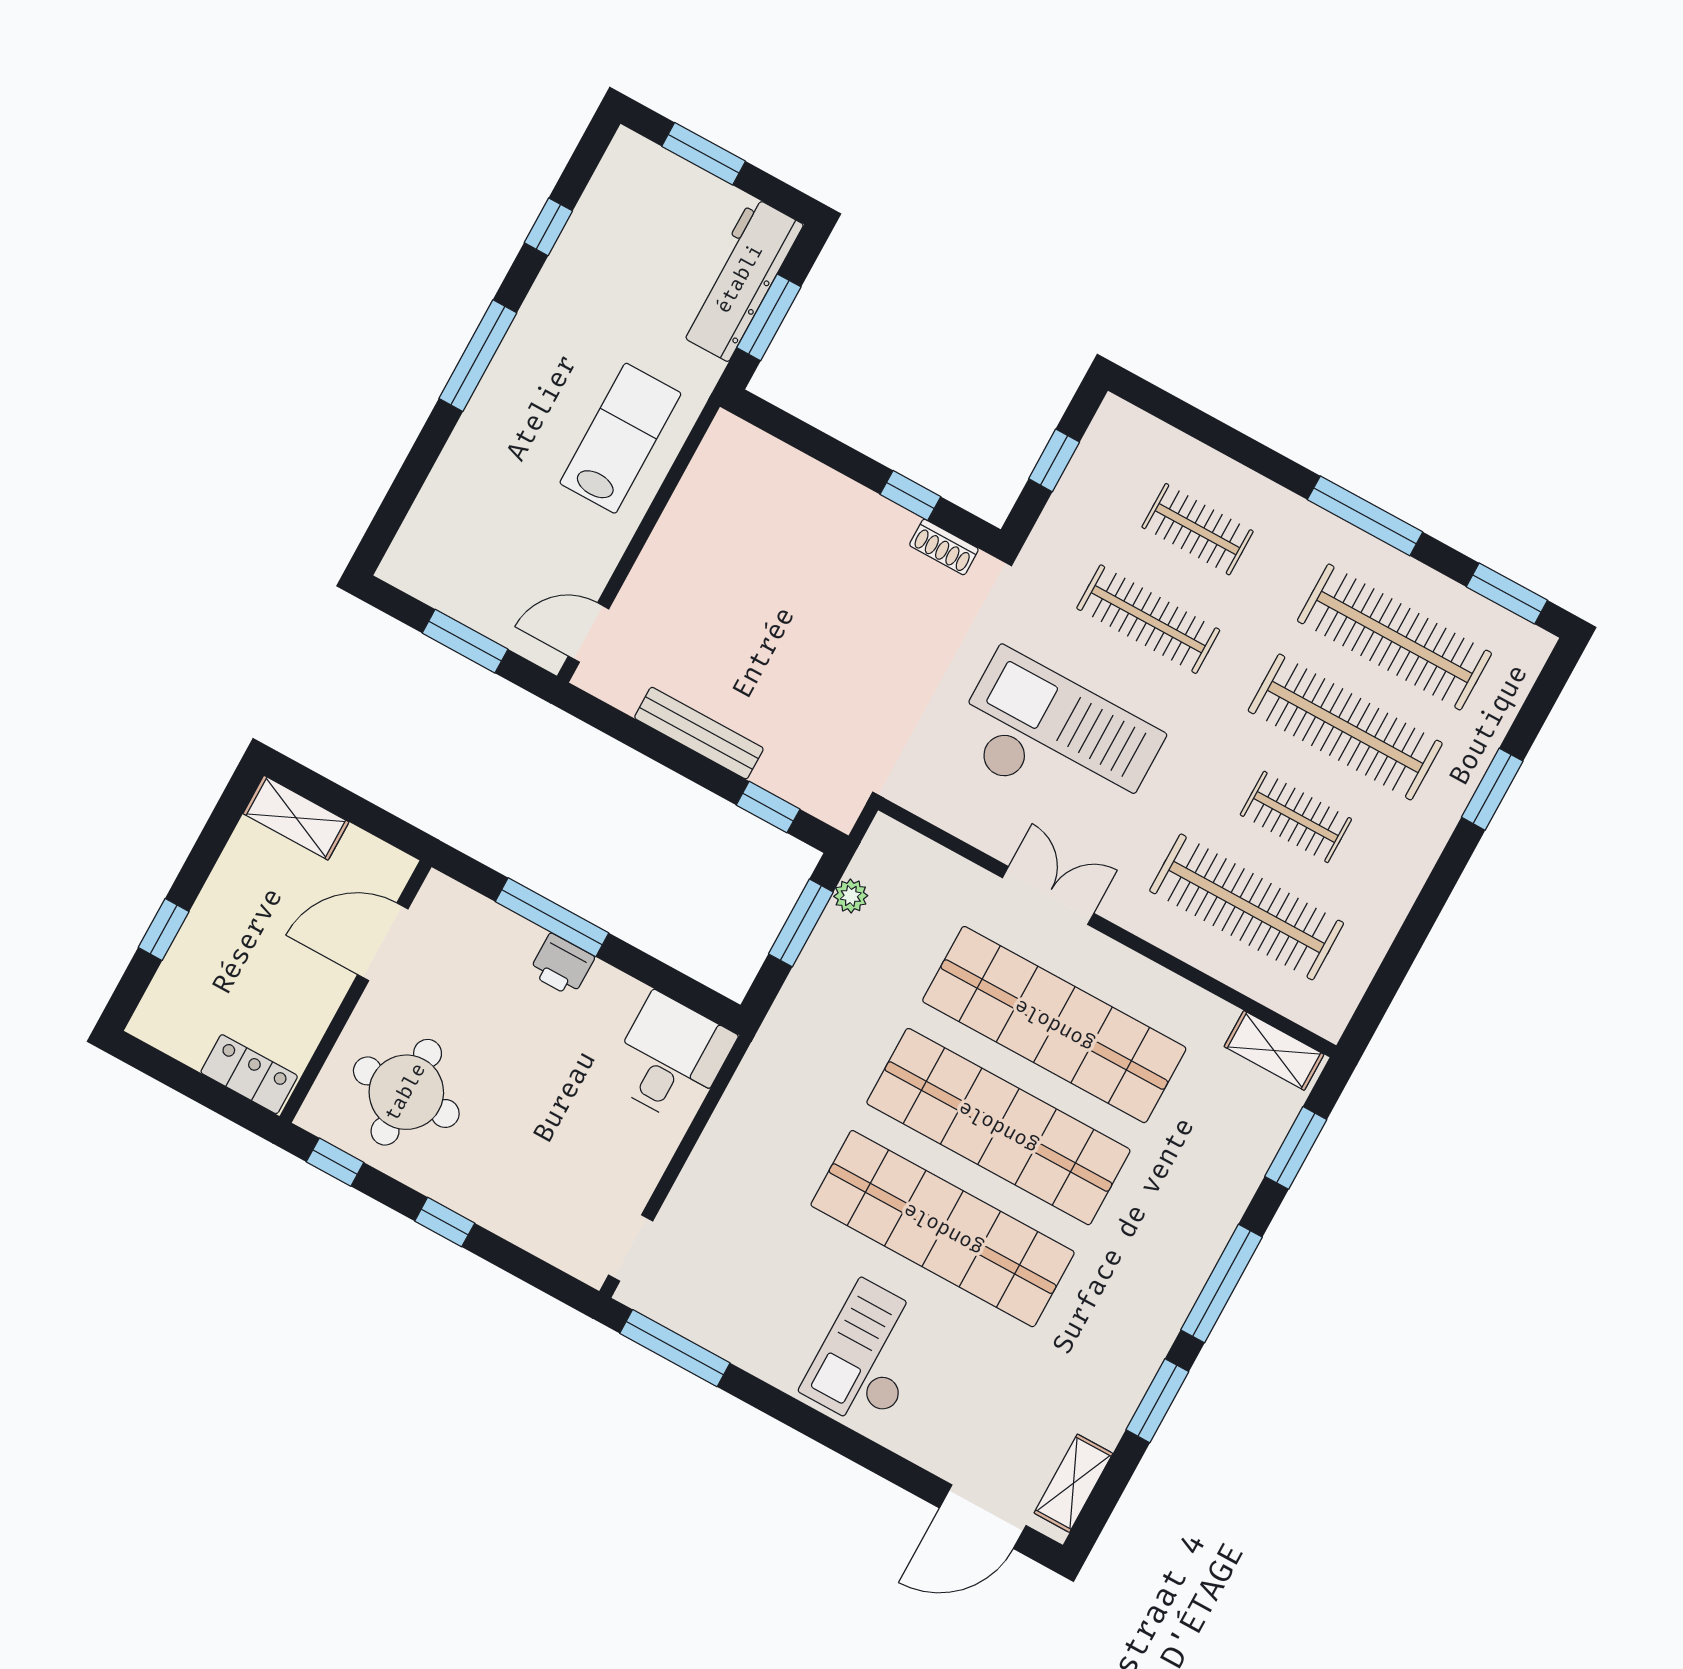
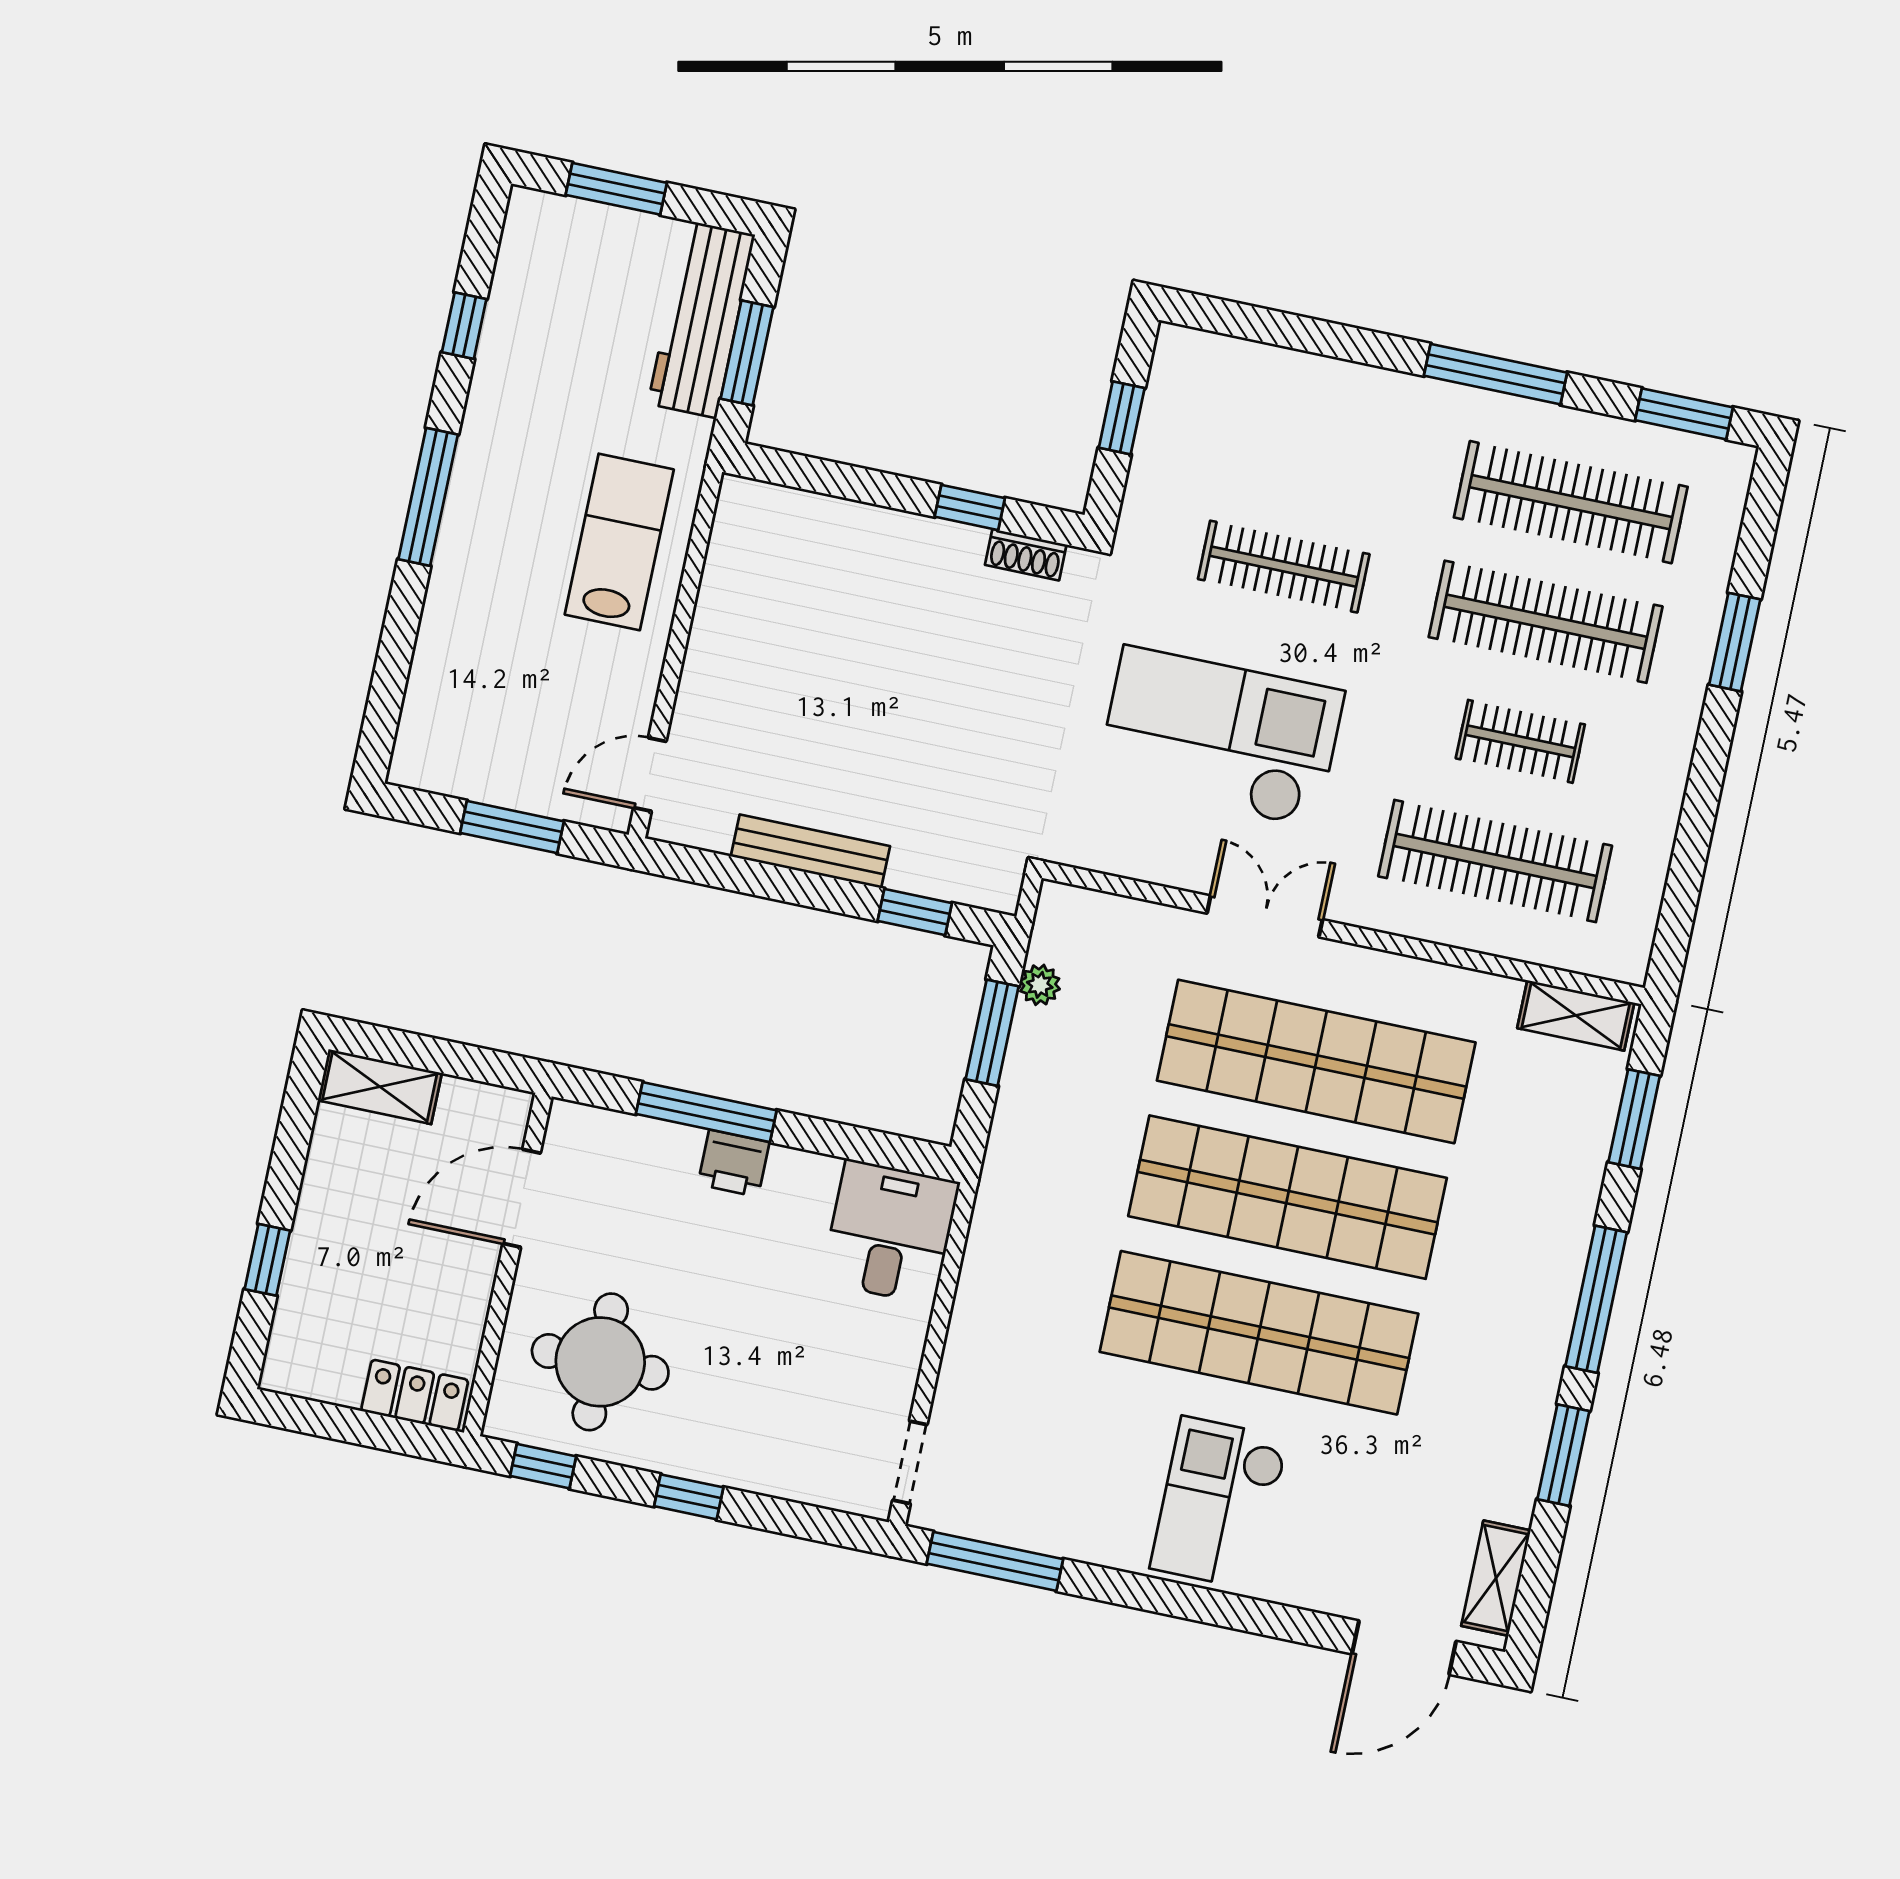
clothes rail: (1198, 529) -> (1309, 447), removed

